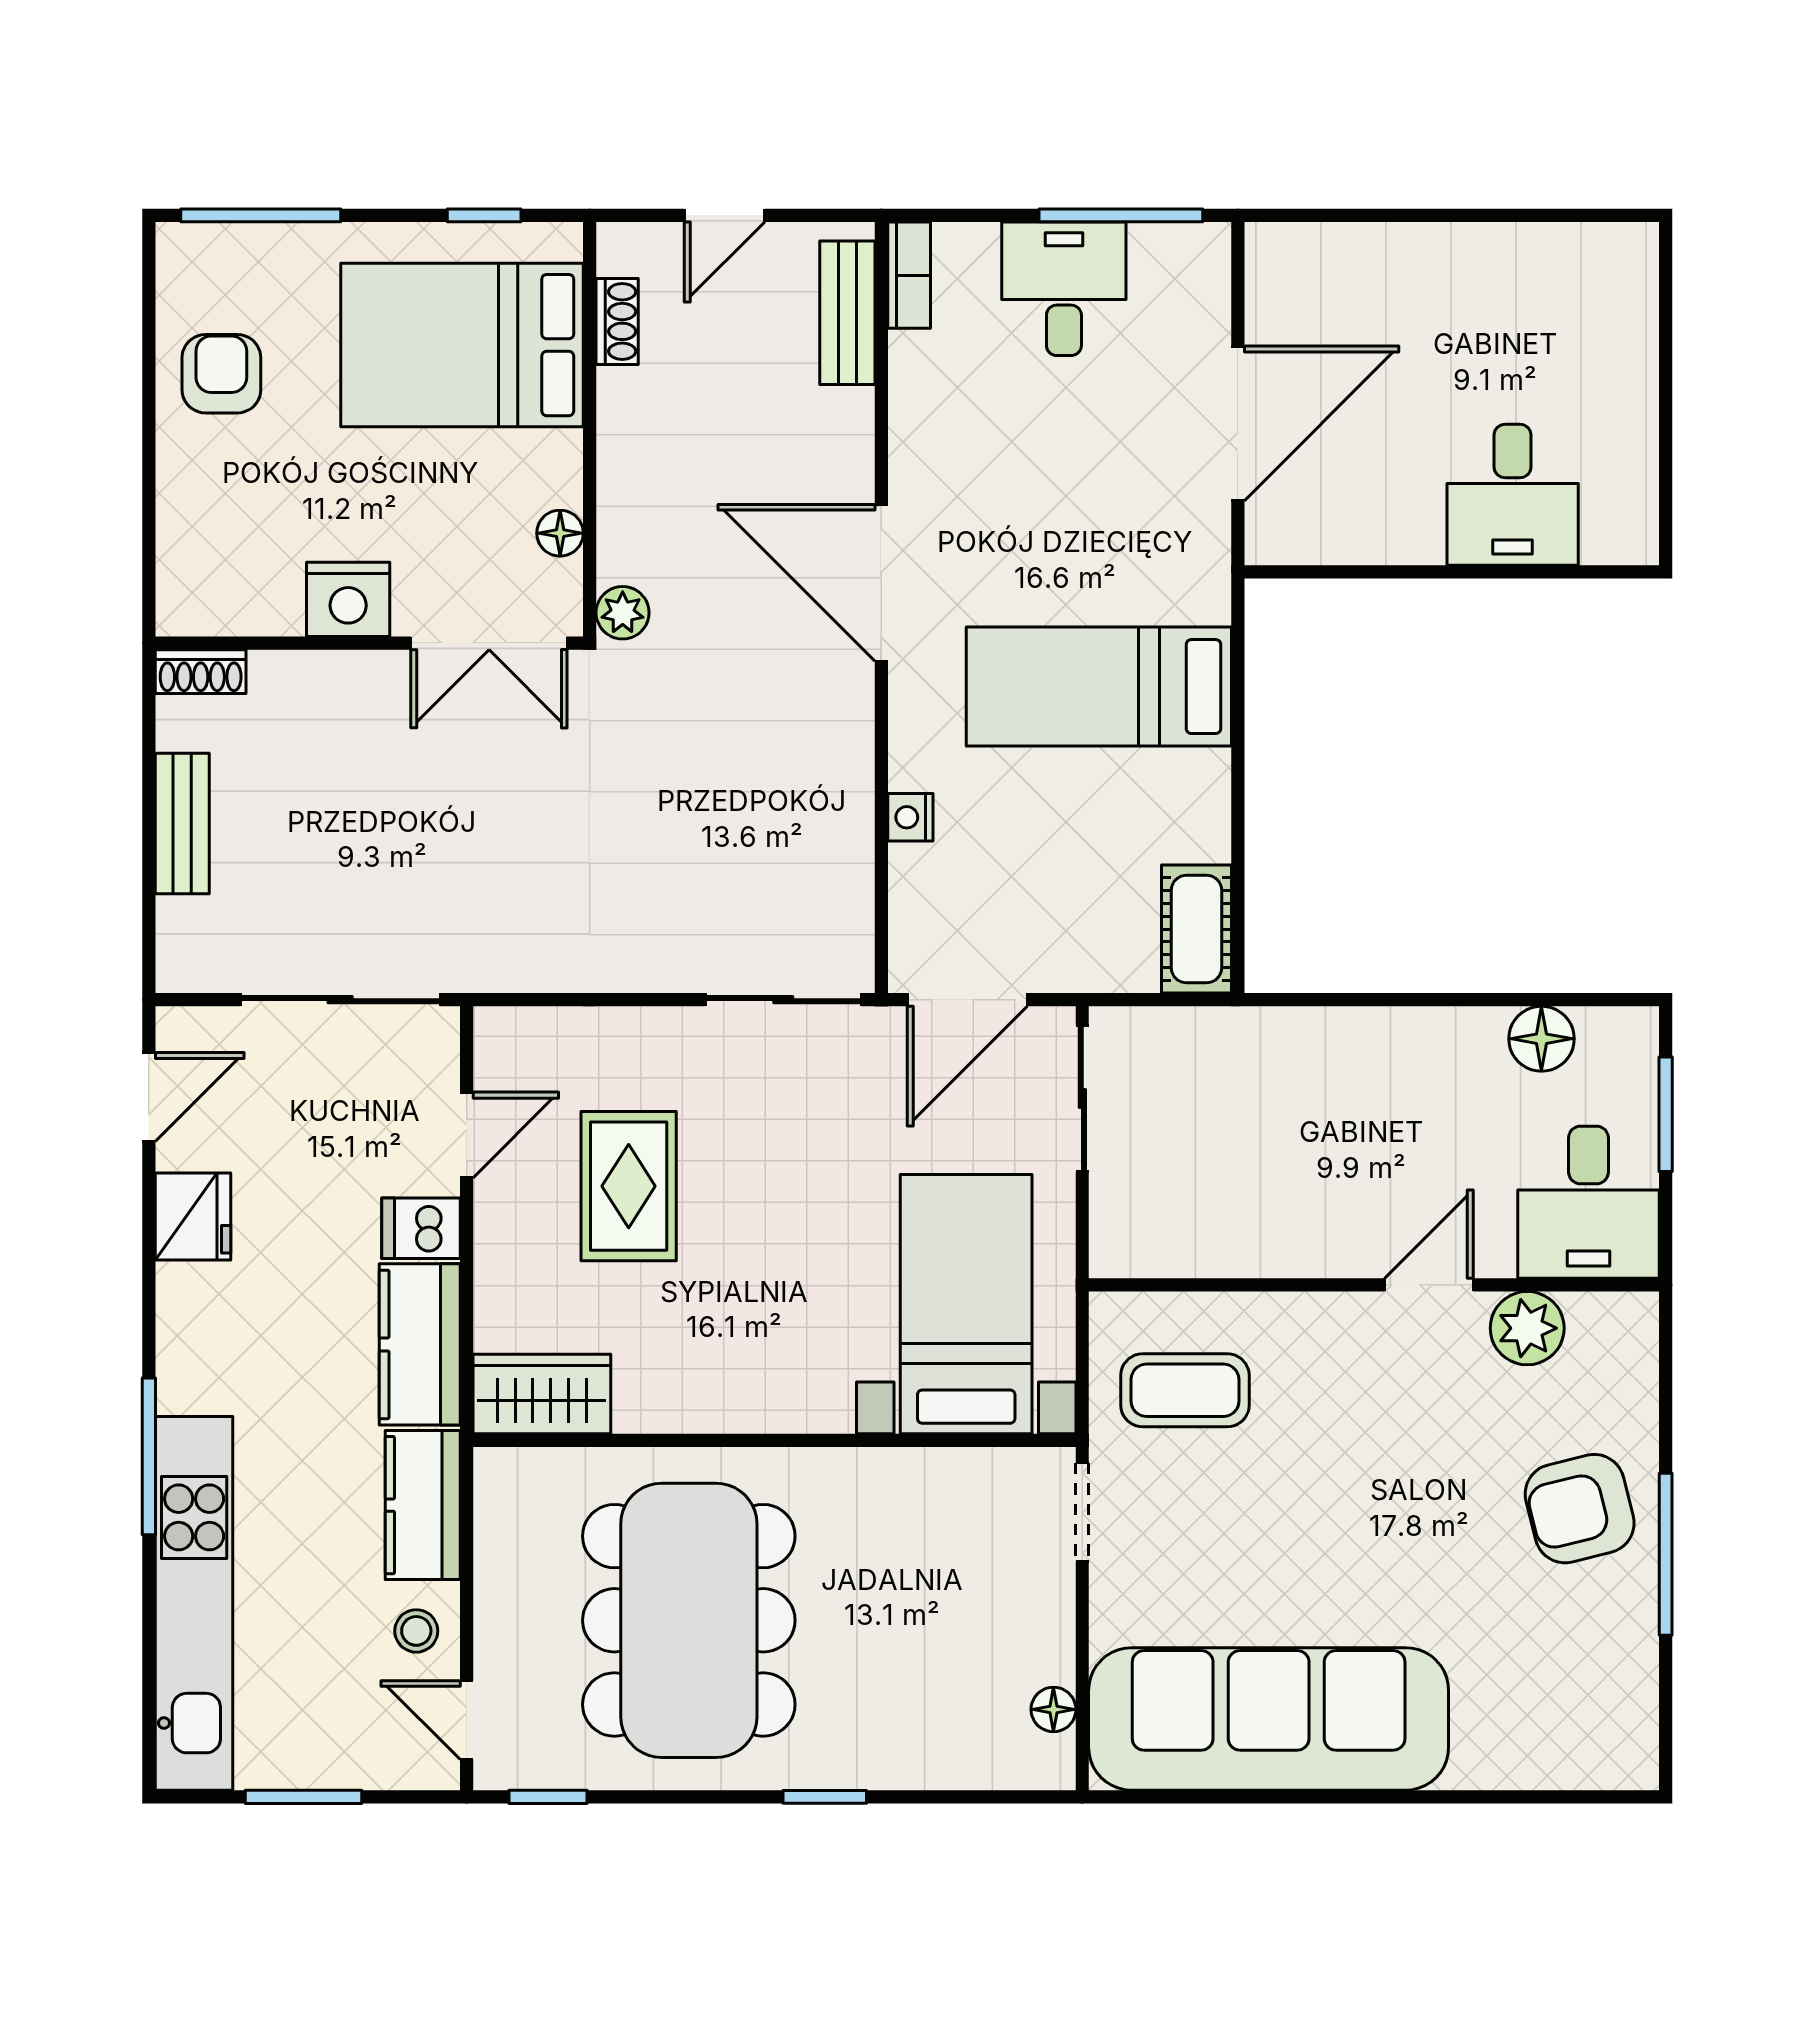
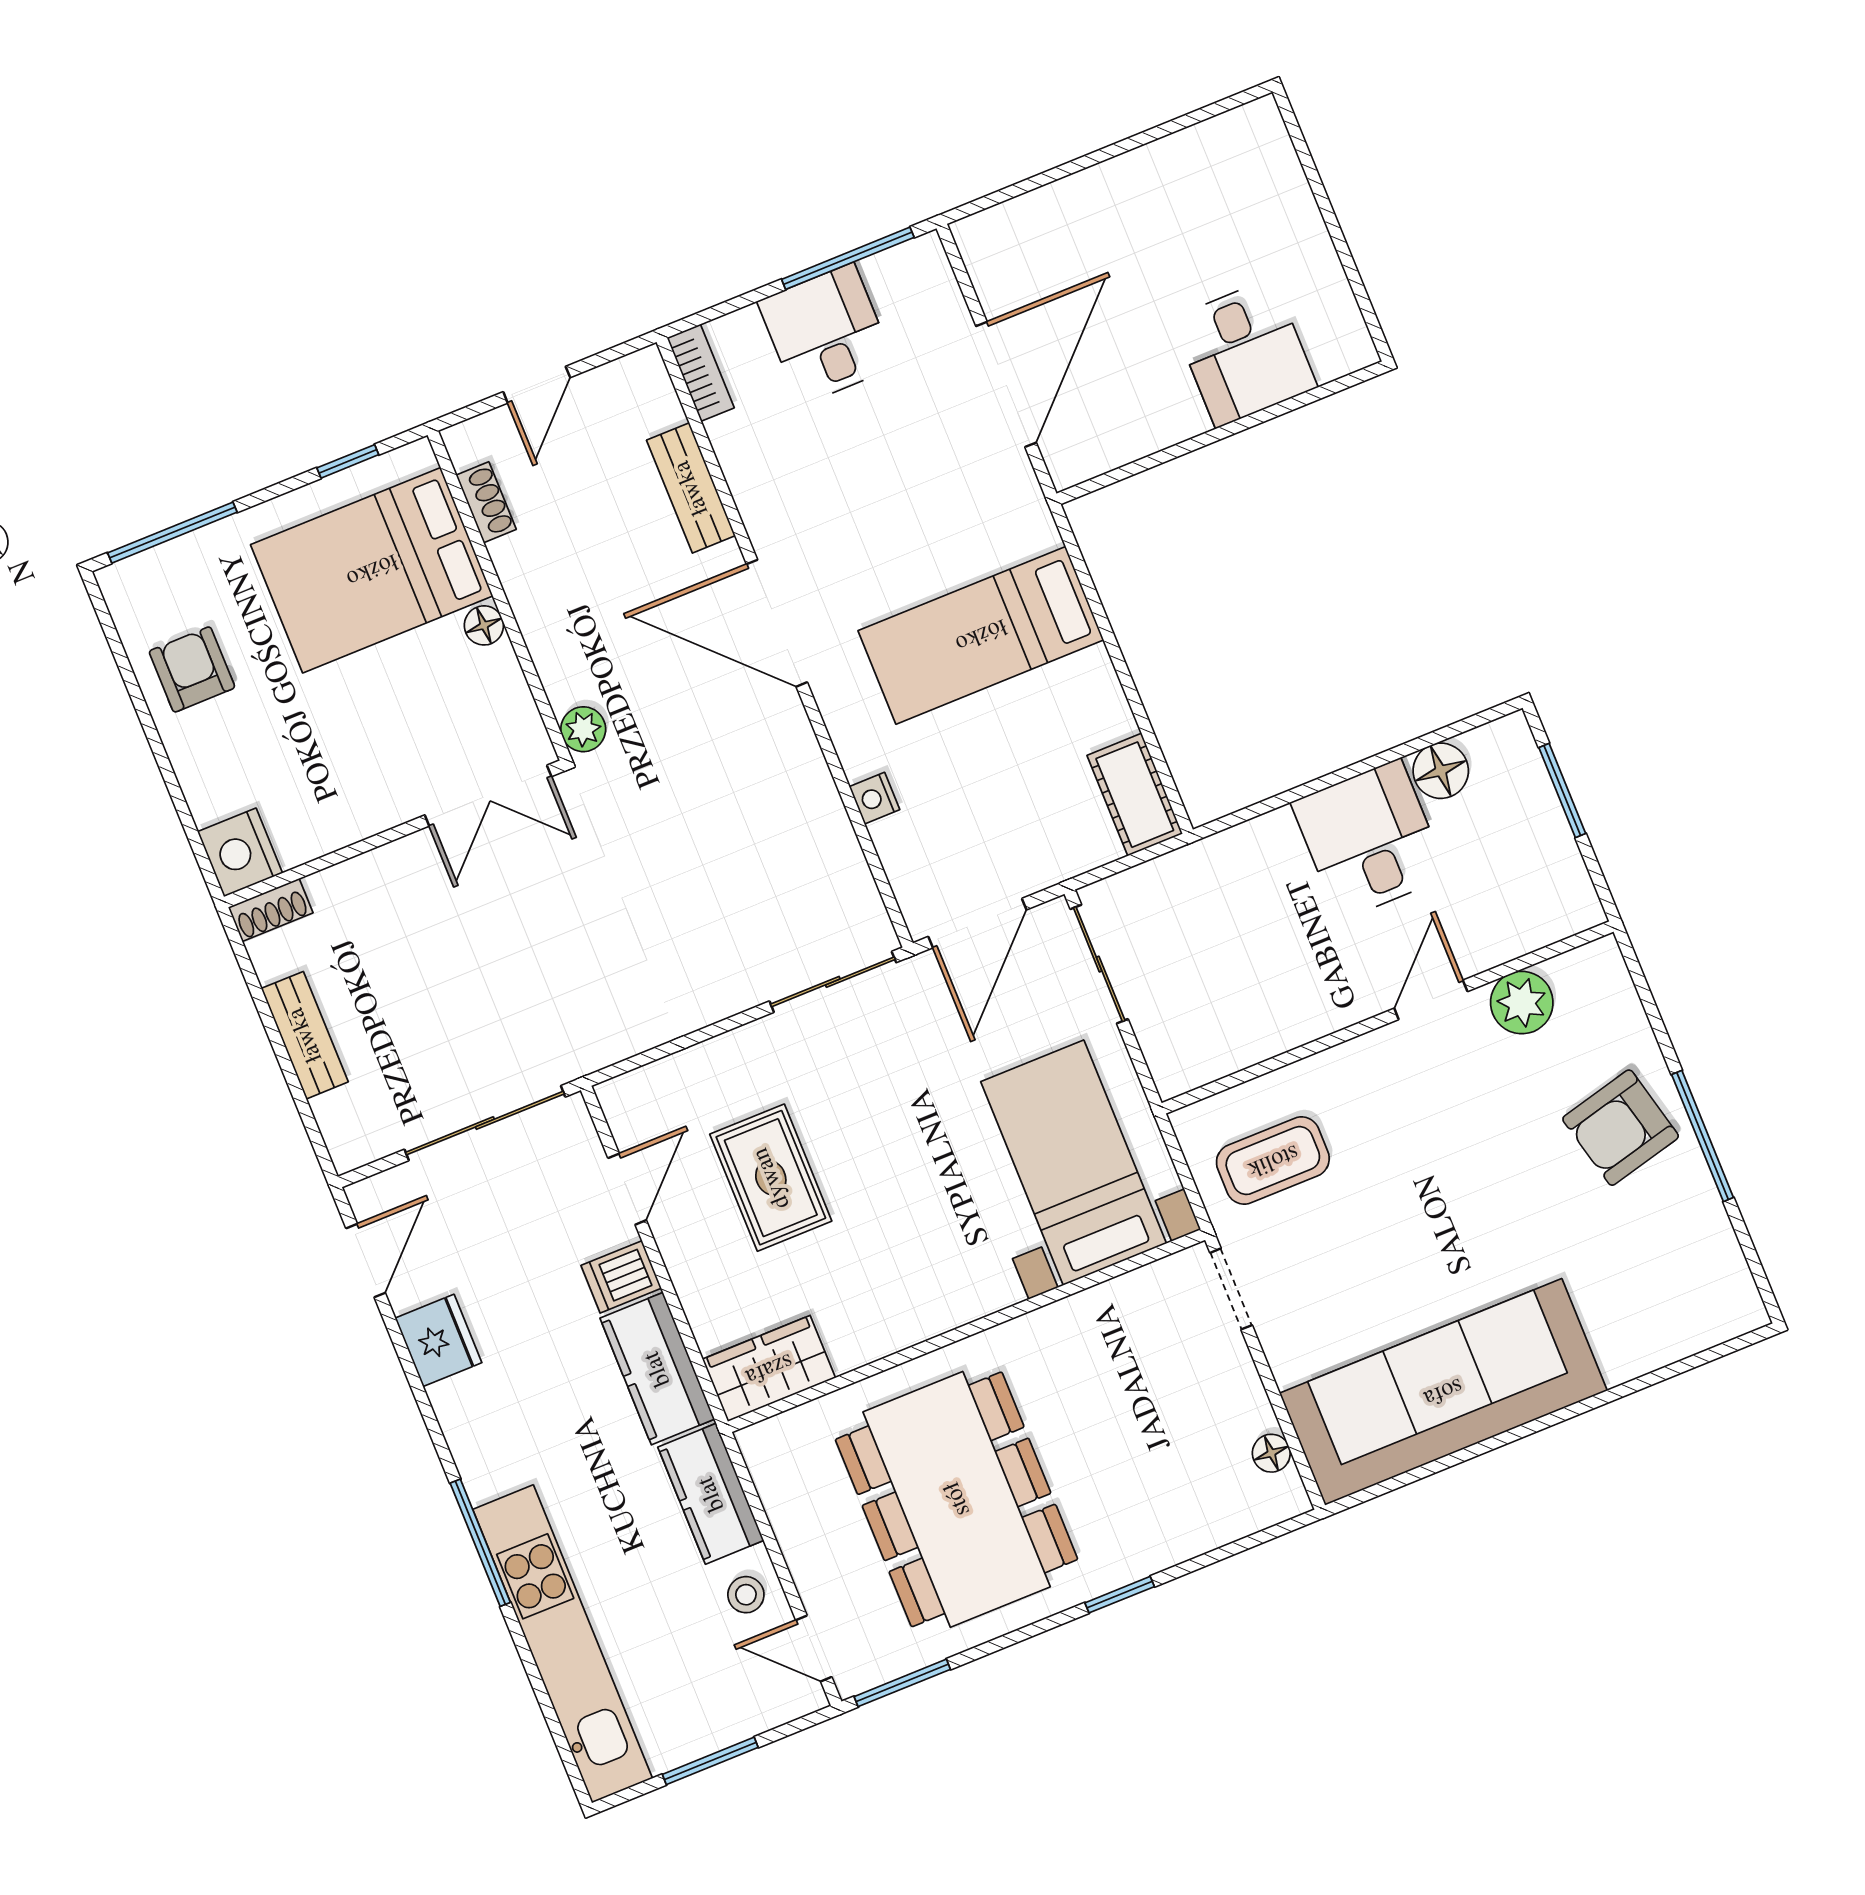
bench: (847, 313) -> (691, 488), moved
floor lamp: (560, 533) -> (484, 625), moved
nightstand: (348, 599) -> (240, 852), moved, turned 90
desk: (1588, 1202) -> (1369, 840), moved, turned 180
window: (548, 1797) -> (902, 1683), width x1.50

